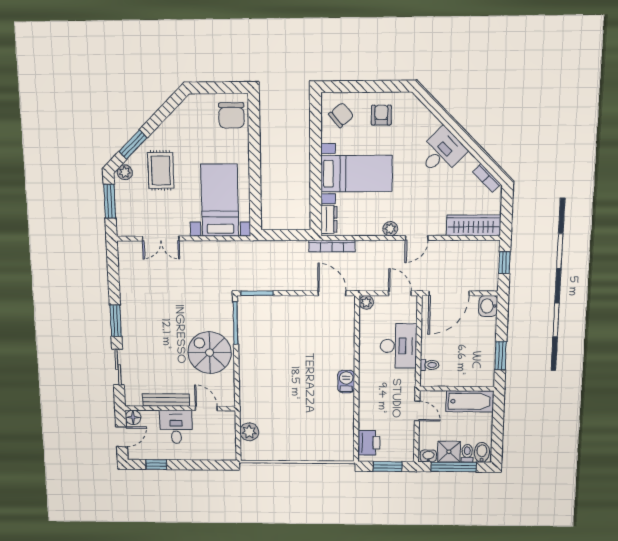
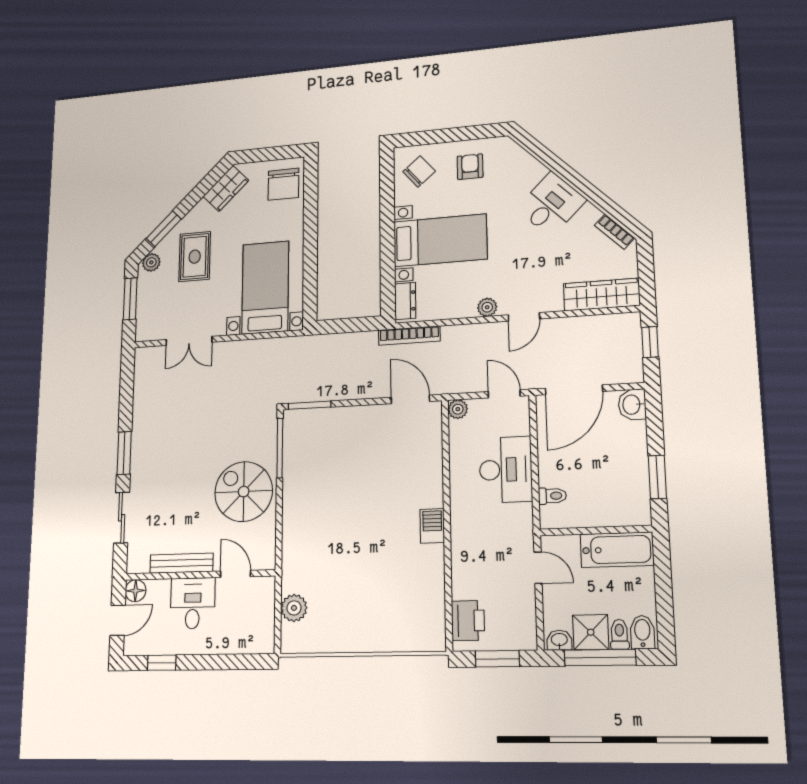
wardrobe: (183, 114) -> (226, 188), added

